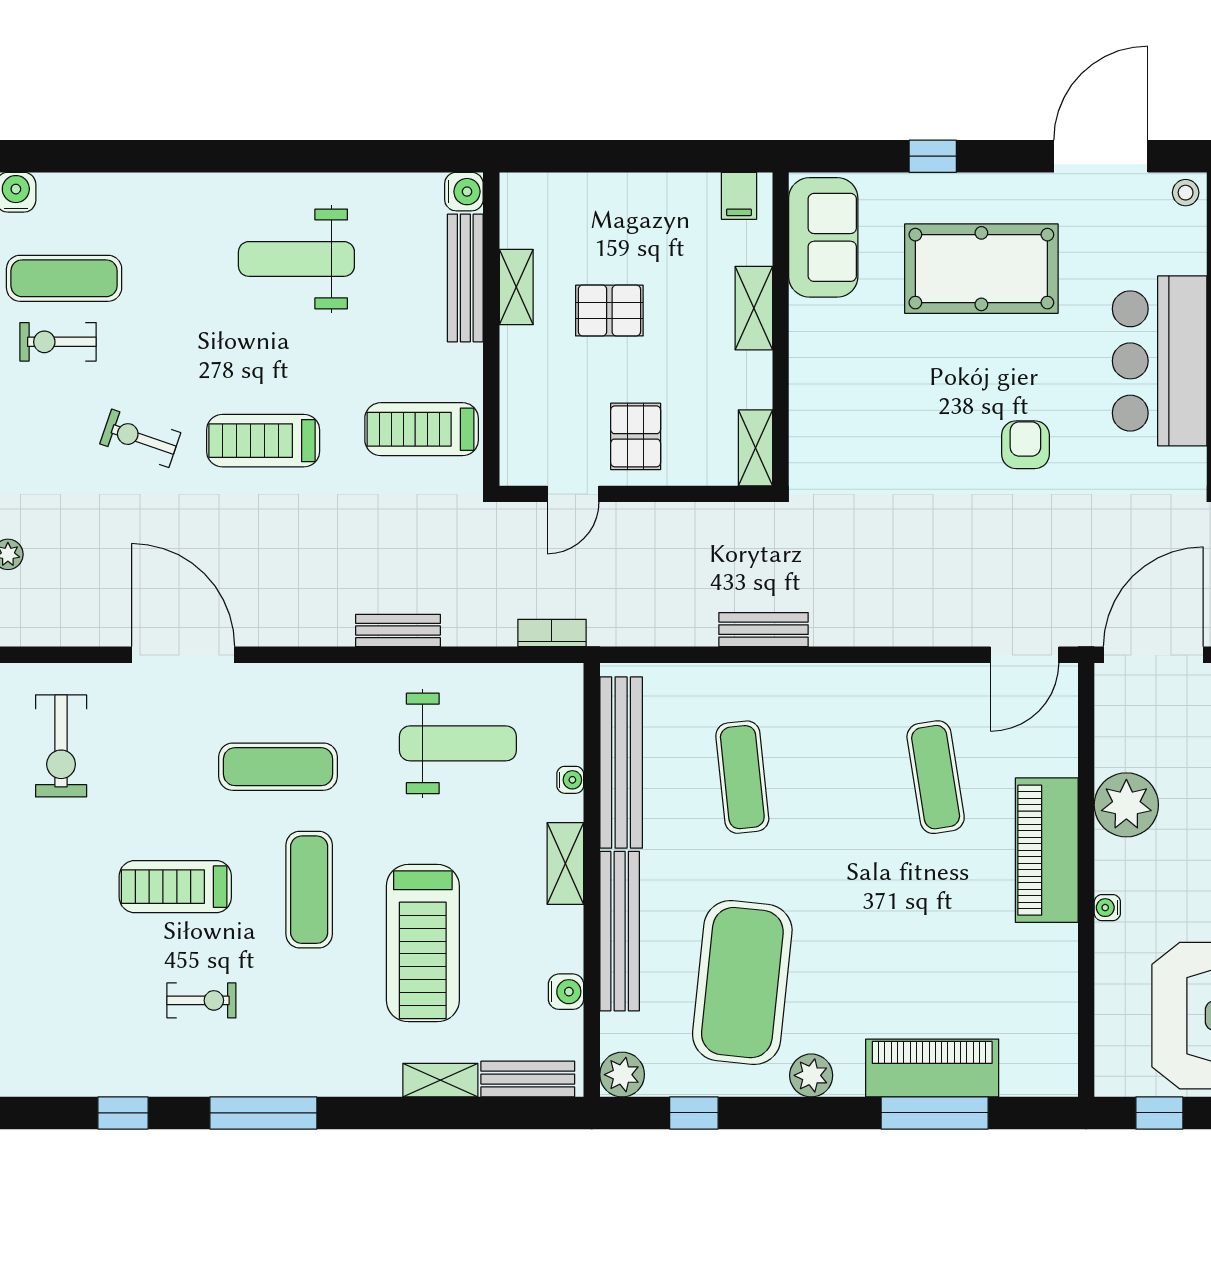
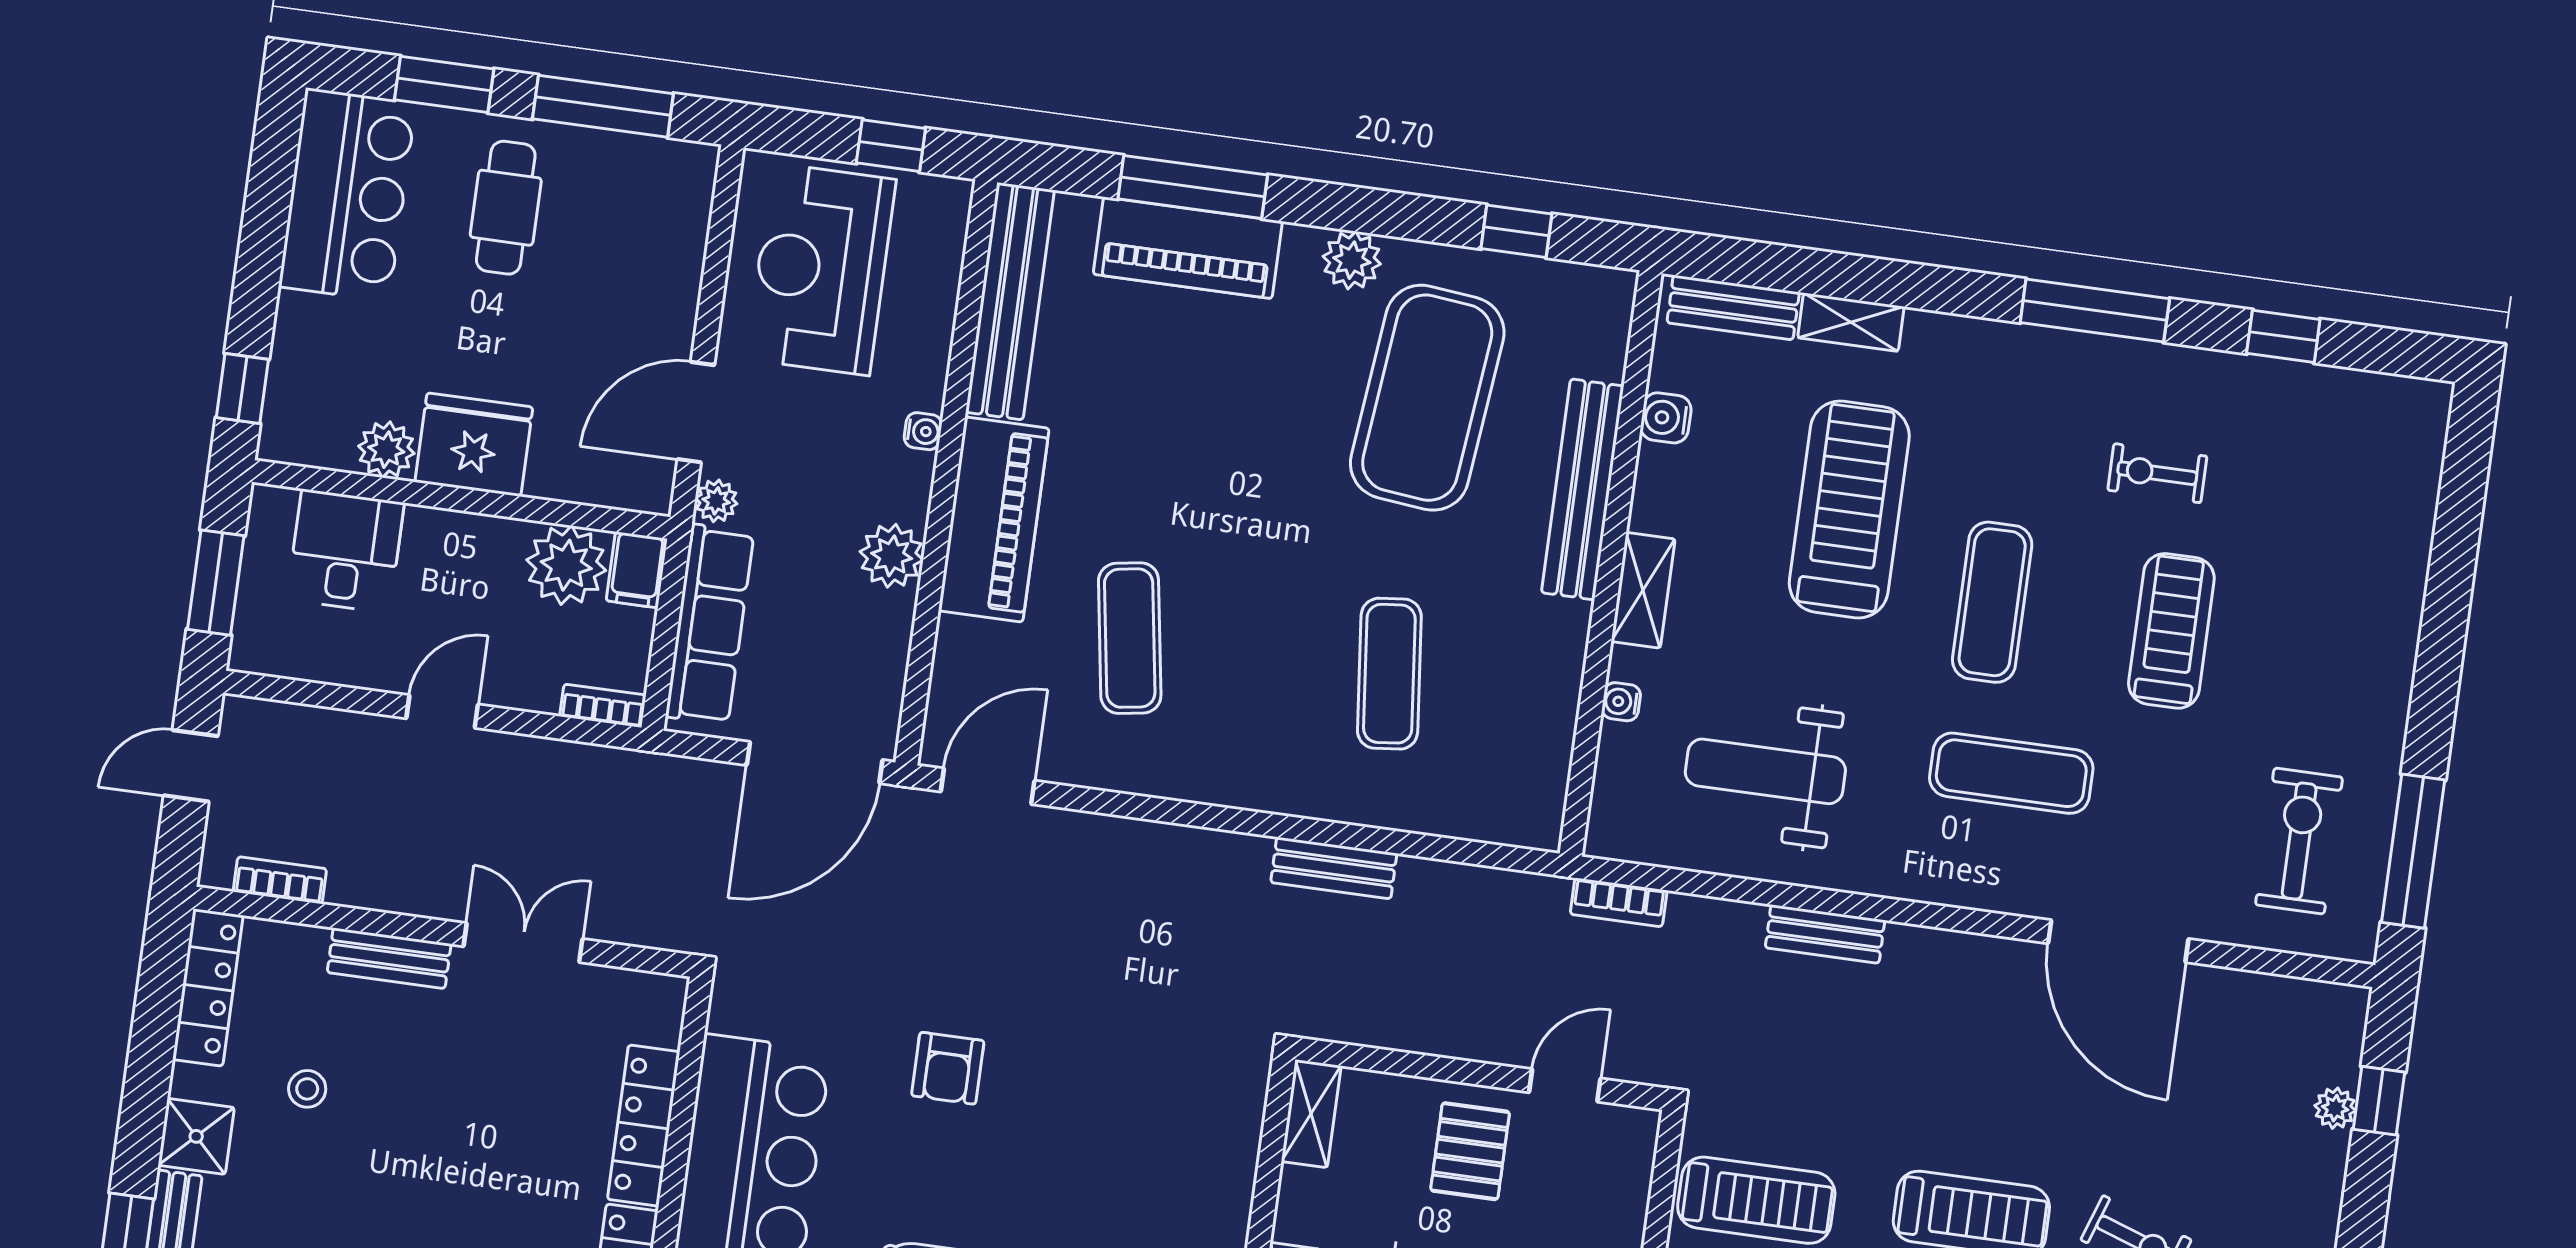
bench: (621, 763) -> (1010, 301), moved
plant: (1126, 805) -> (892, 556), width x0.73, depth x0.73
treadmill: (175, 887) -> (2171, 631), turned -90
plant: (622, 1075) -> (1606, 296), removed

